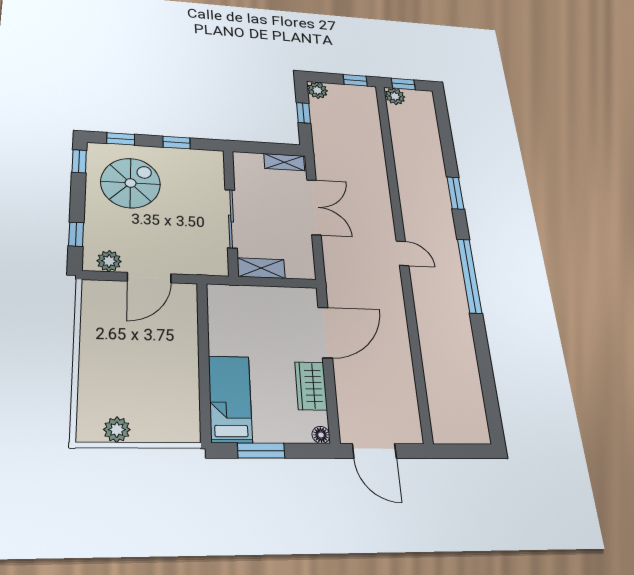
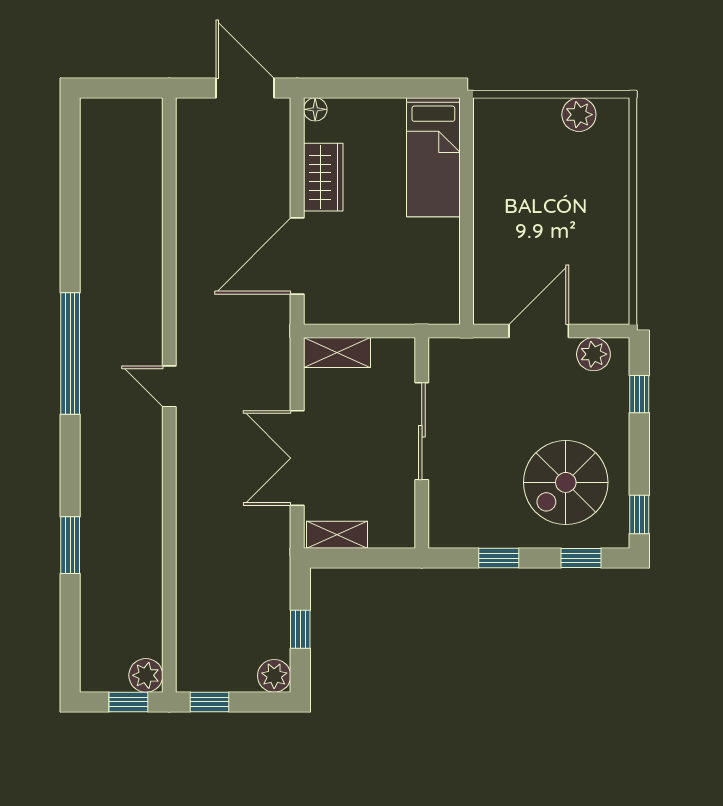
window: (455, 193) -> (70, 545), moved
shelving: (261, 268) -> (337, 352), moved
window: (261, 451) -> (396, 88), removed

